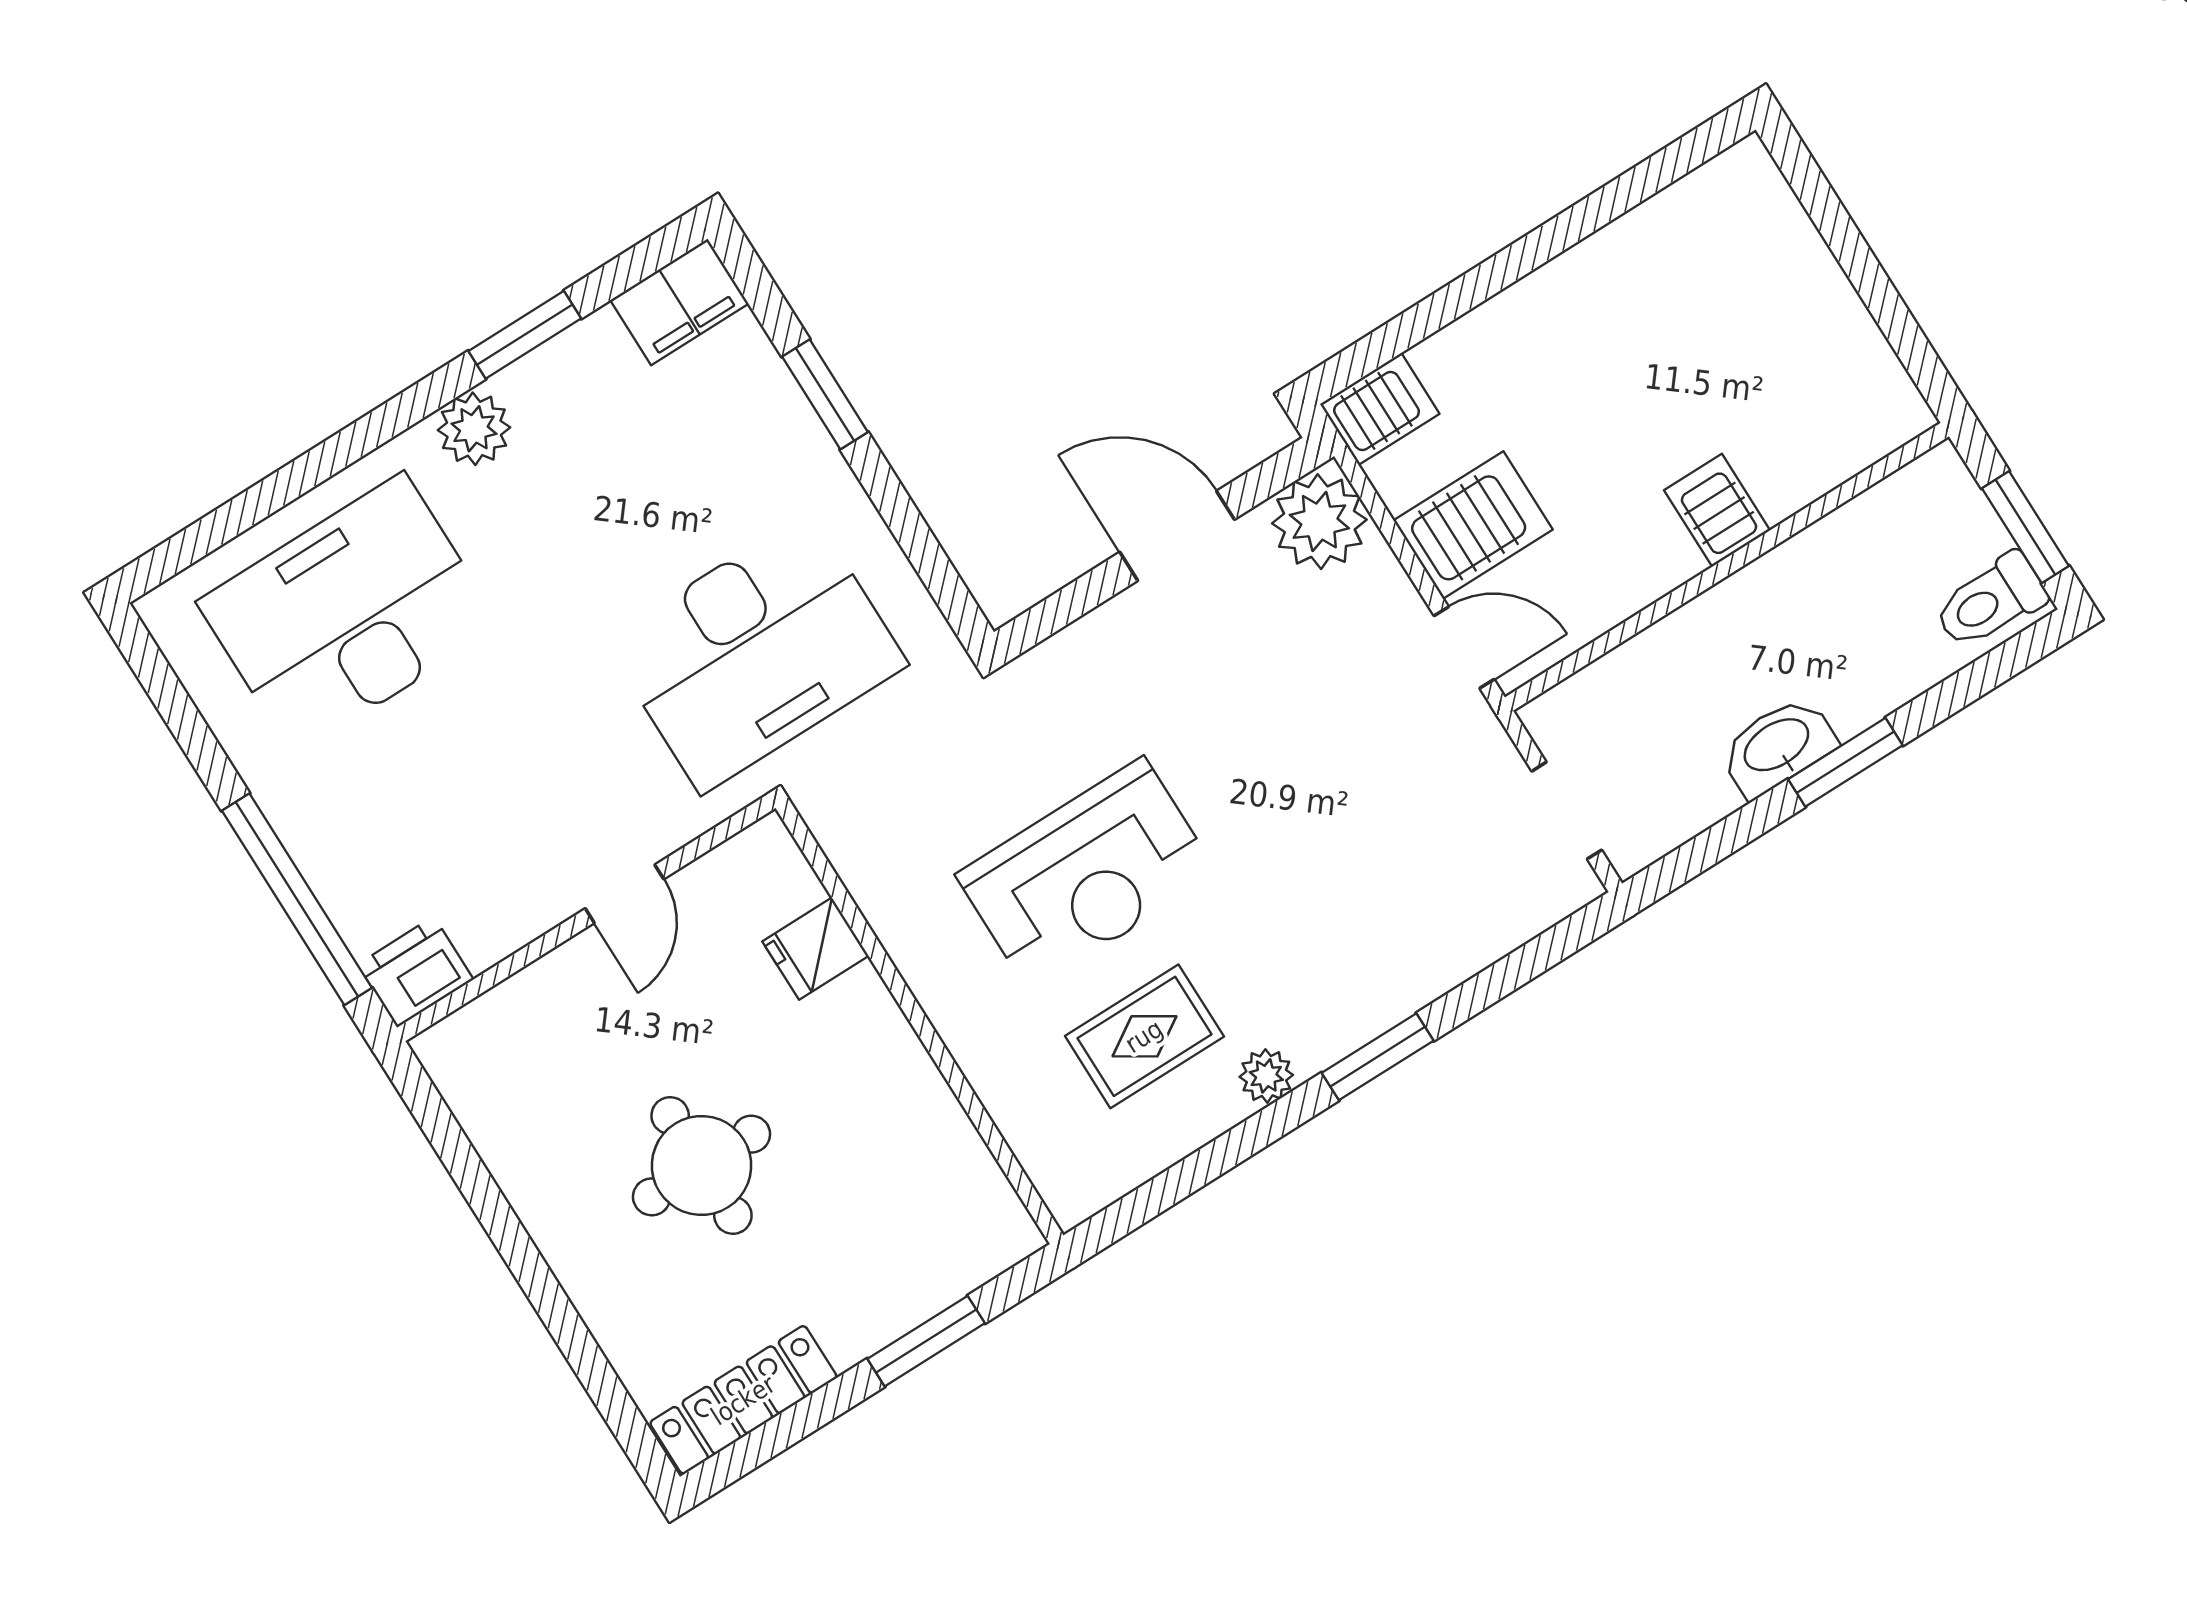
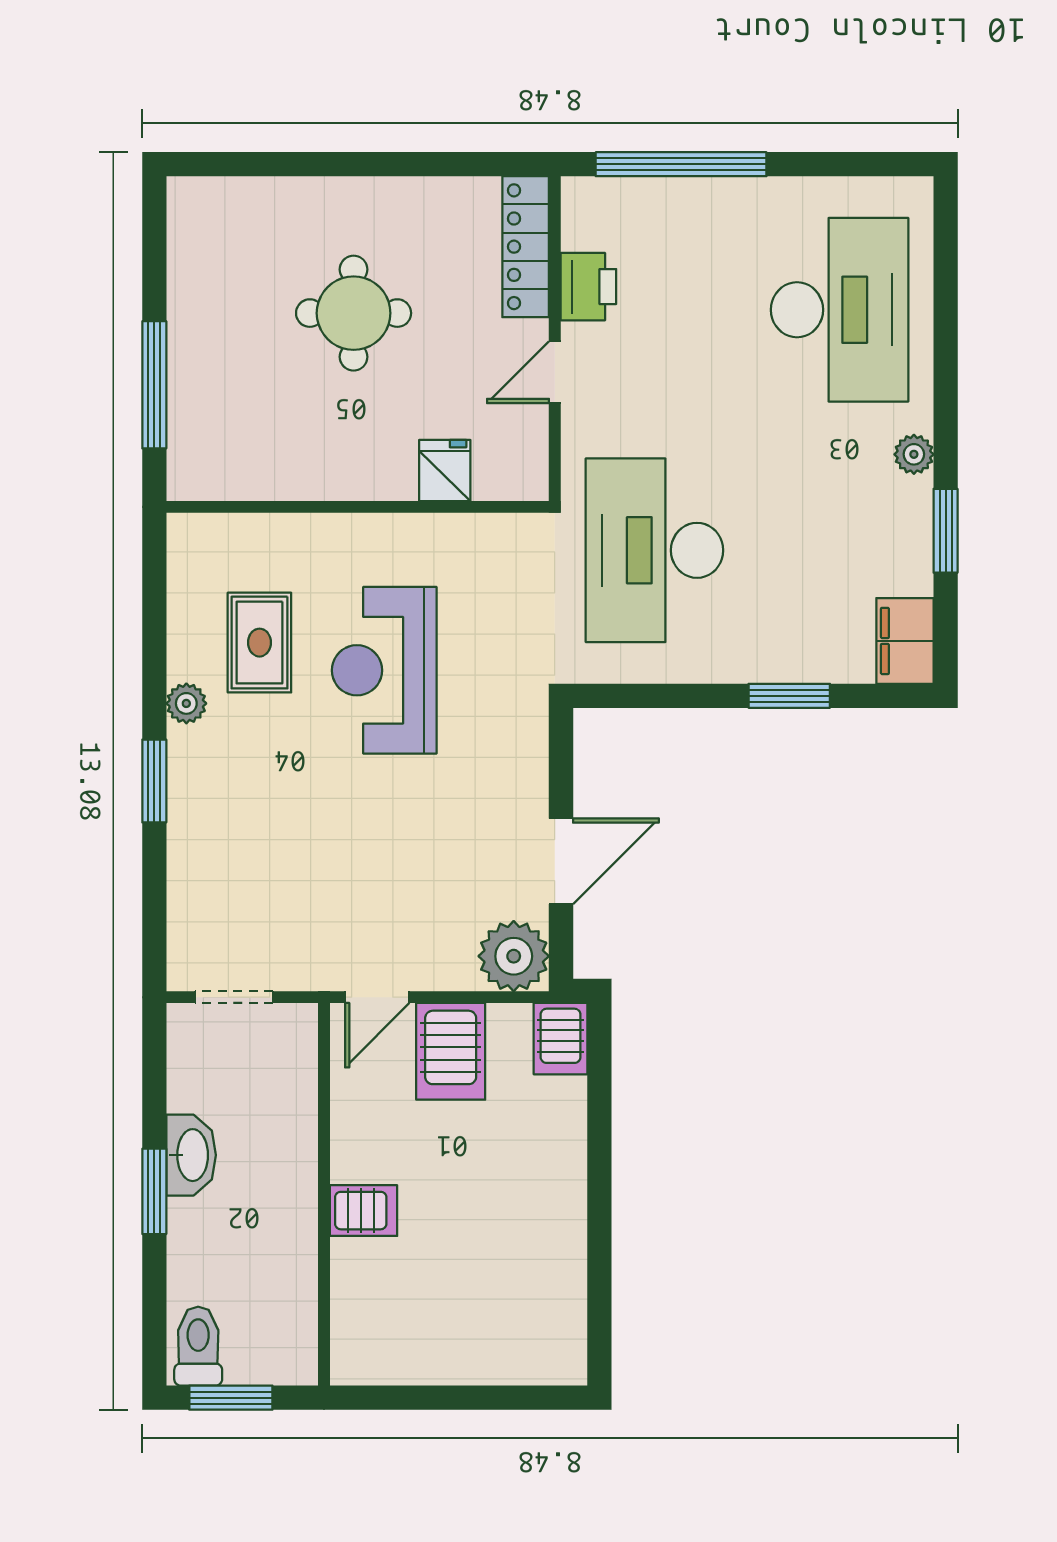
plant: (474, 429) -> (914, 454), width x0.73, depth x0.73
door: (625, 894) -> (555, 372), hinge flipped
printer: (415, 972) -> (588, 287), moved
window: (926, 1341) -> (154, 385), width x1.44
locker: (743, 1400) -> (526, 247), moved, turned 180

